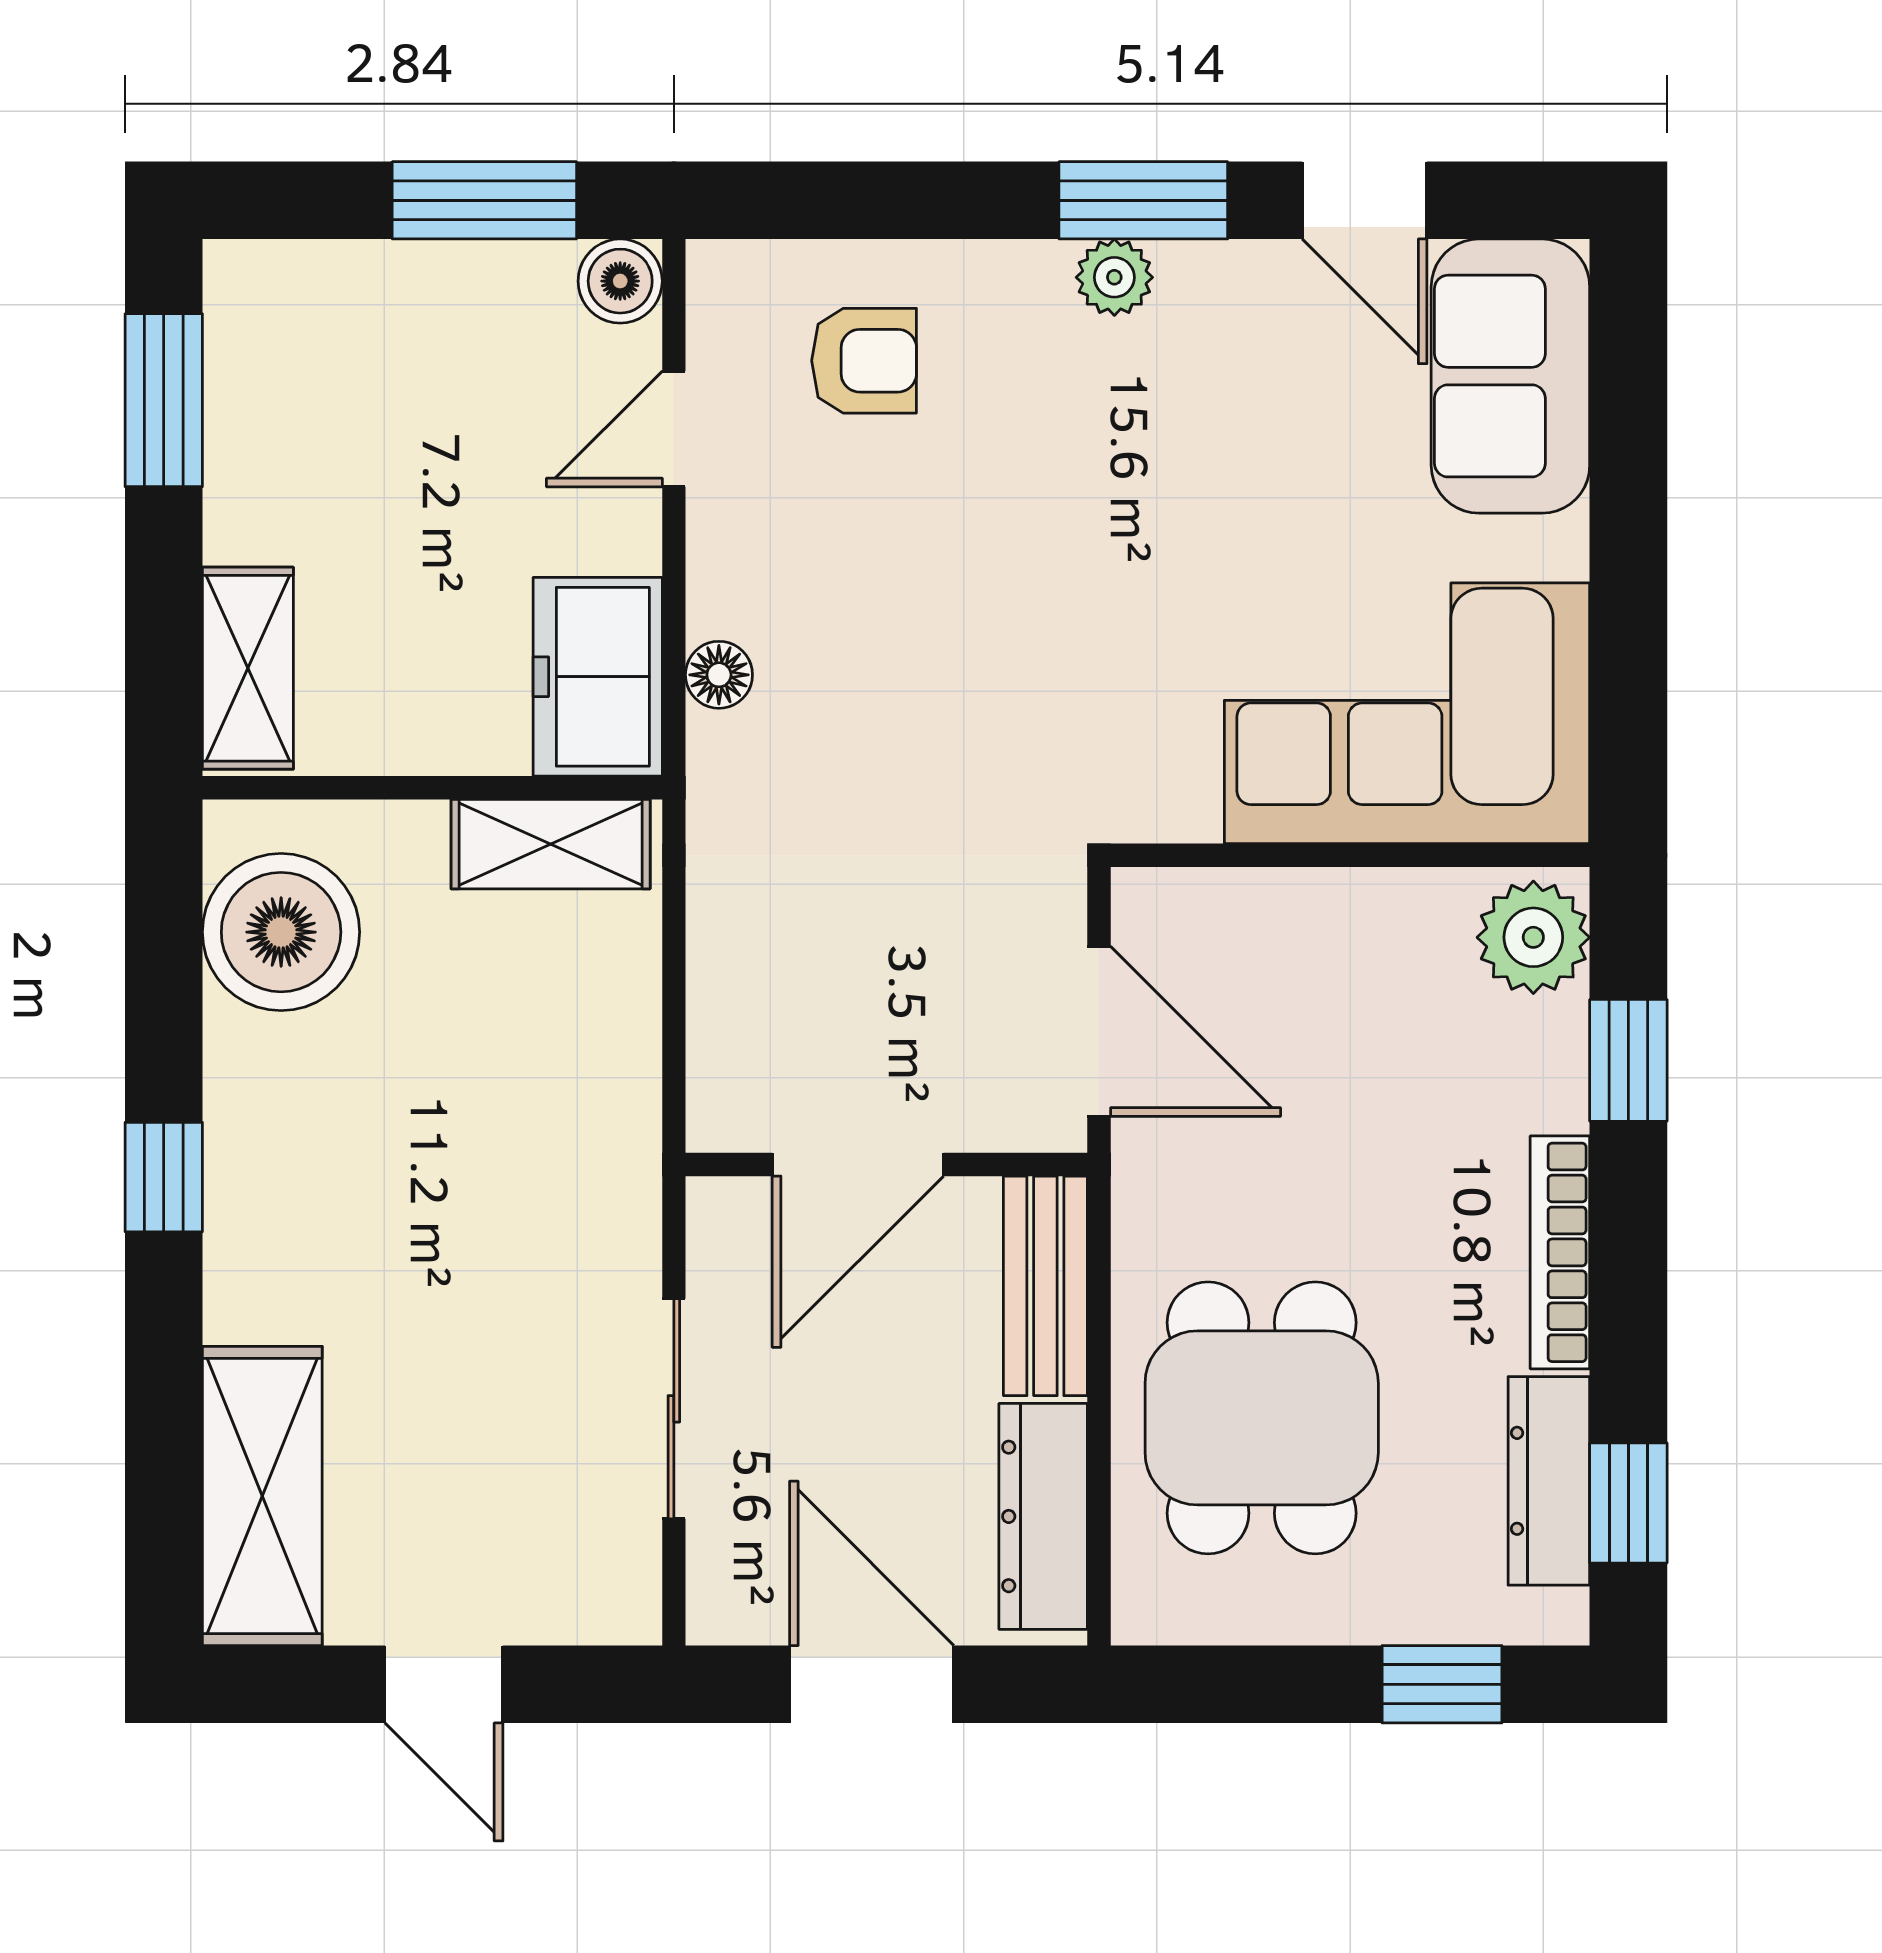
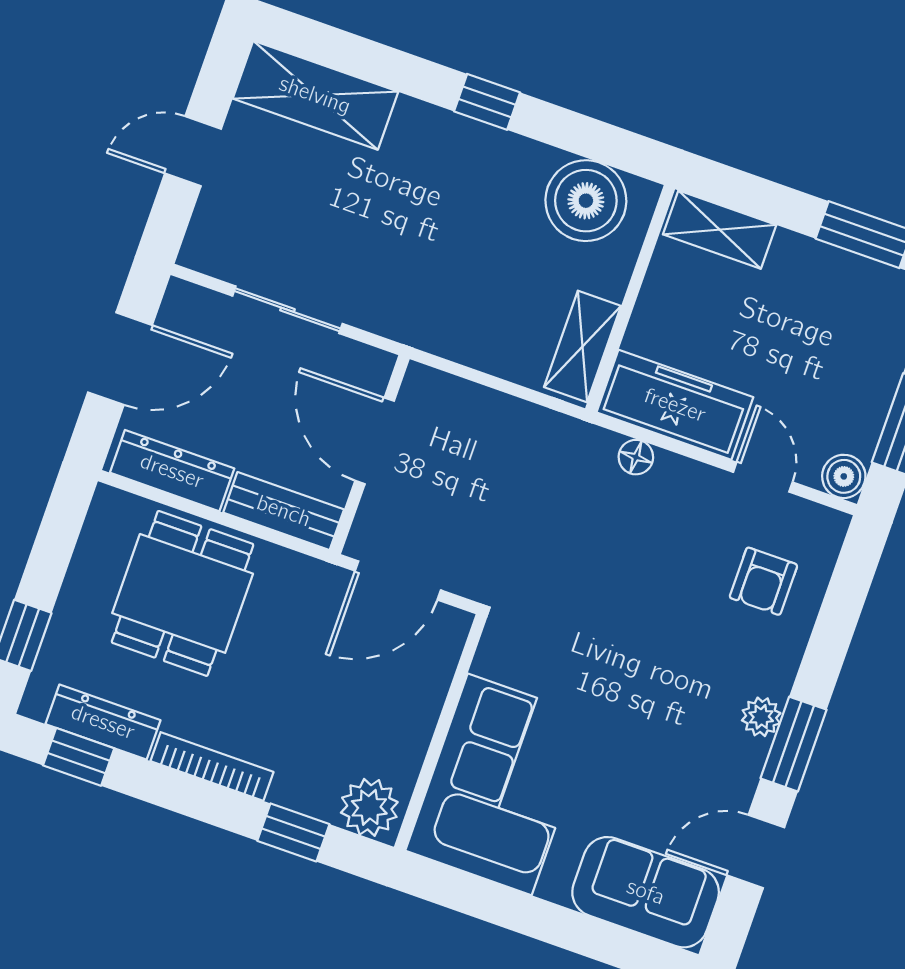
freezer: (598, 677) -> (675, 405), width x1.40
dining table: (1262, 1418) -> (183, 593), turned 90

